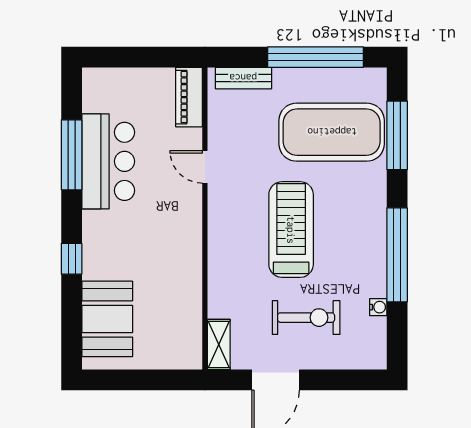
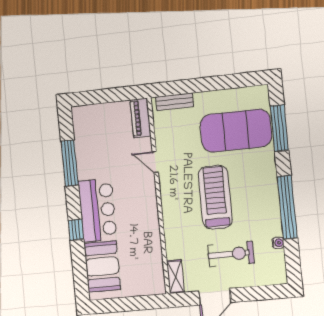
window: (316, 57) -> (220, 83), removed
bar counter: (108, 161) -> (97, 210), moved

